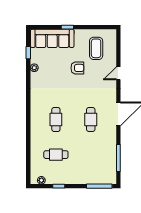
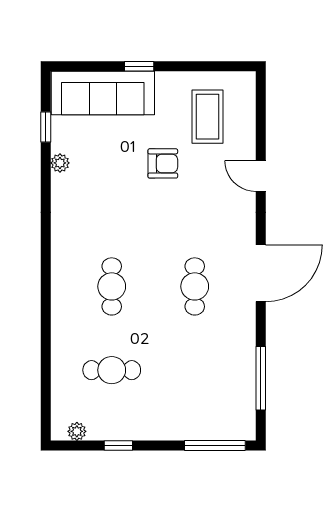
door: (118, 73) -> (261, 176), hinge flipped

